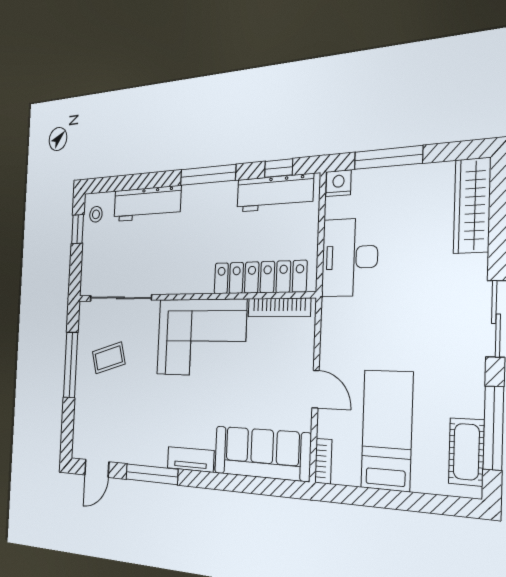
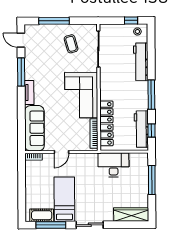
nightstand: (338, 183) -> (143, 159), removed
window: (71, 365) -> (54, 21), moved
bed: (387, 430) -> (64, 199), moved, turned -90

